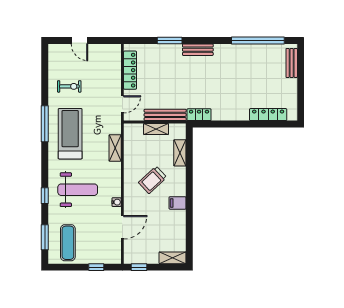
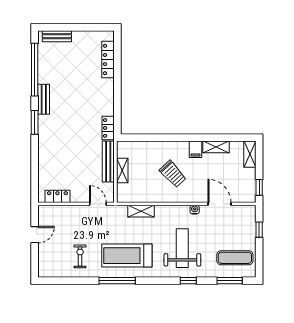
door: (79, 41) -> (35, 235), moved
window: (170, 41) -> (35, 122), moved
bench: (198, 50) -> (44, 99), moved
locker: (130, 70) -> (57, 196), width x0.66
shelving: (180, 153) -> (216, 147), moved

